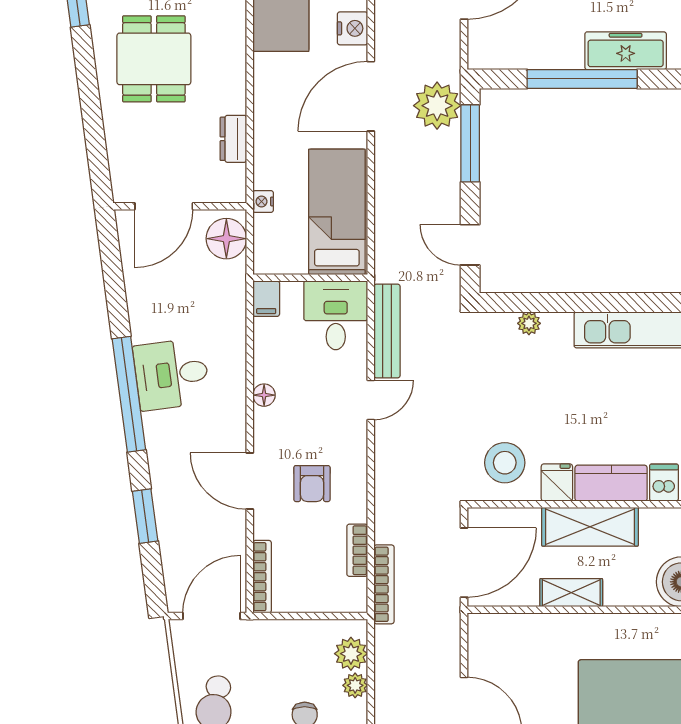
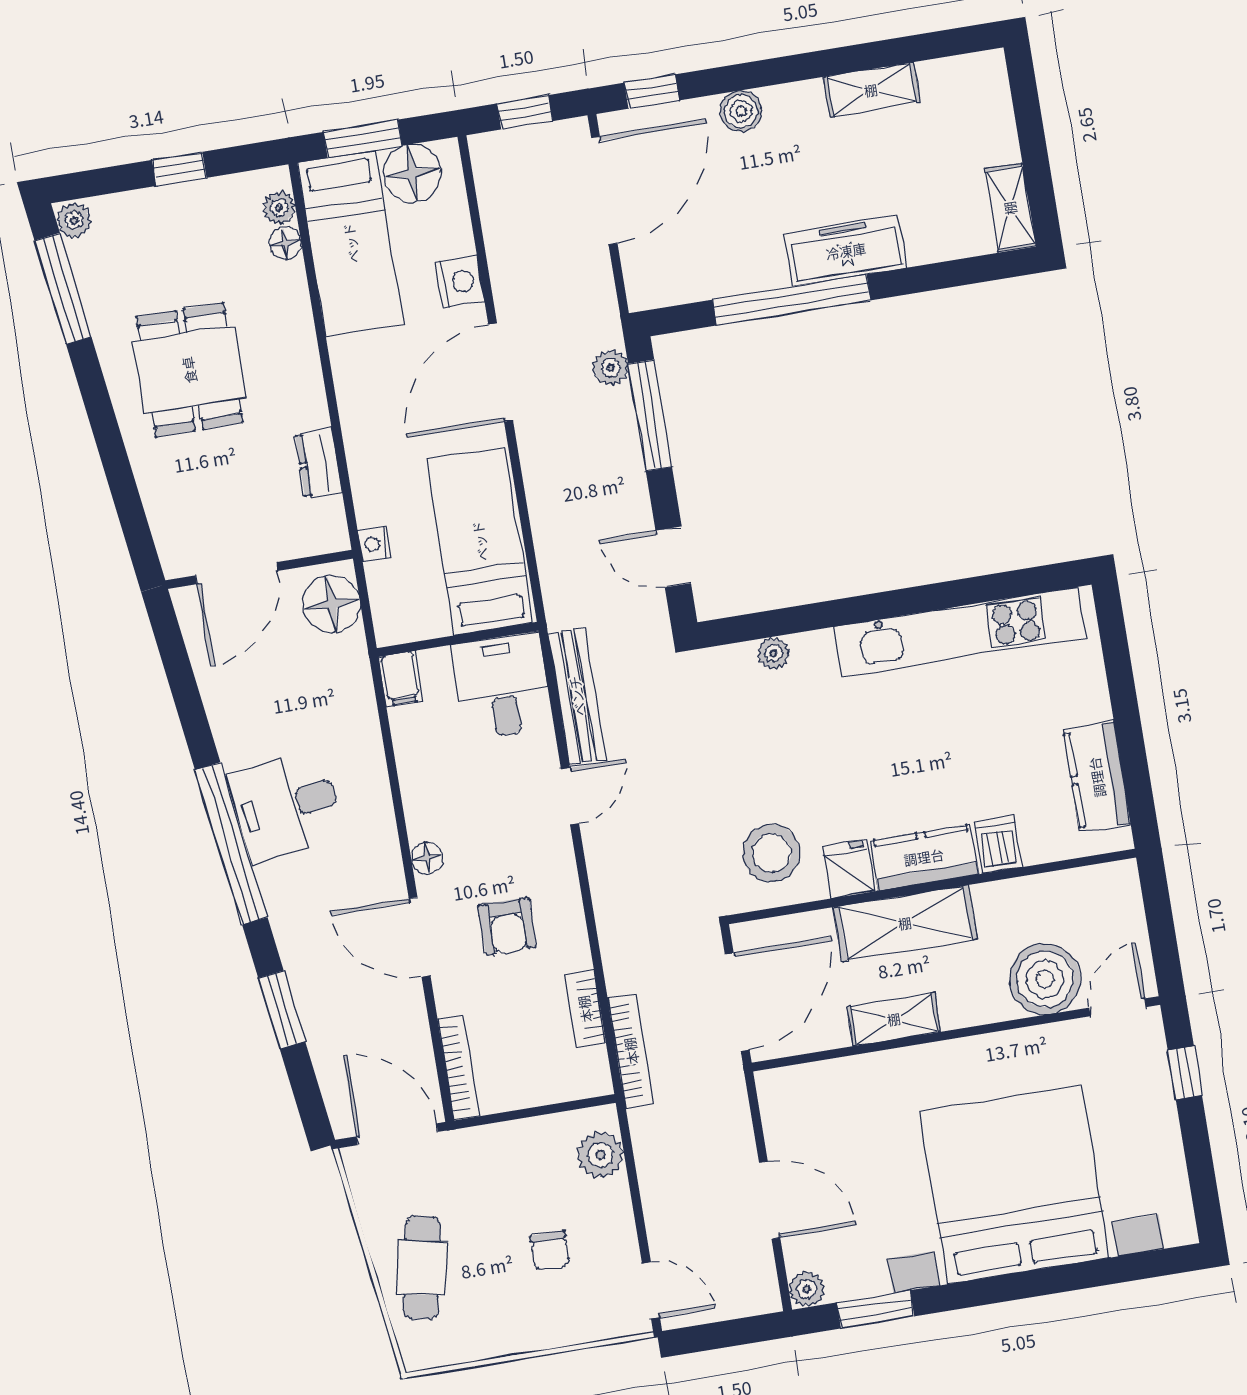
plant: (437, 106) -> (611, 368), width x0.53, depth x0.53
floor lamp: (264, 395) -> (427, 858), moved
door: (212, 616) -> (397, 1134), hinge flipped
plant: (355, 685) -> (613, 1198), removed

